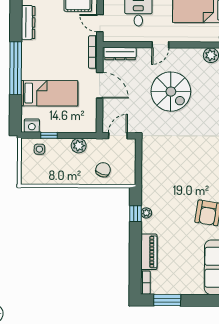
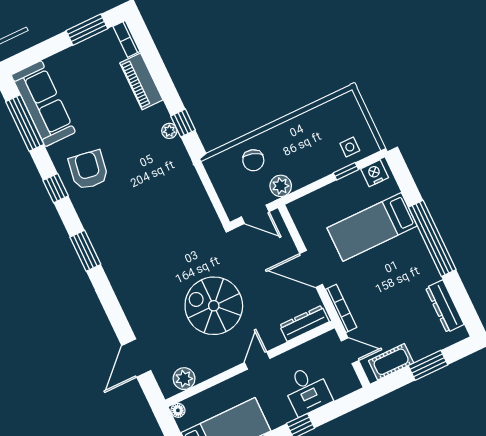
door: (118, 136) -> (255, 214), hinge flipped
plant: (79, 146) -> (281, 186), moved

